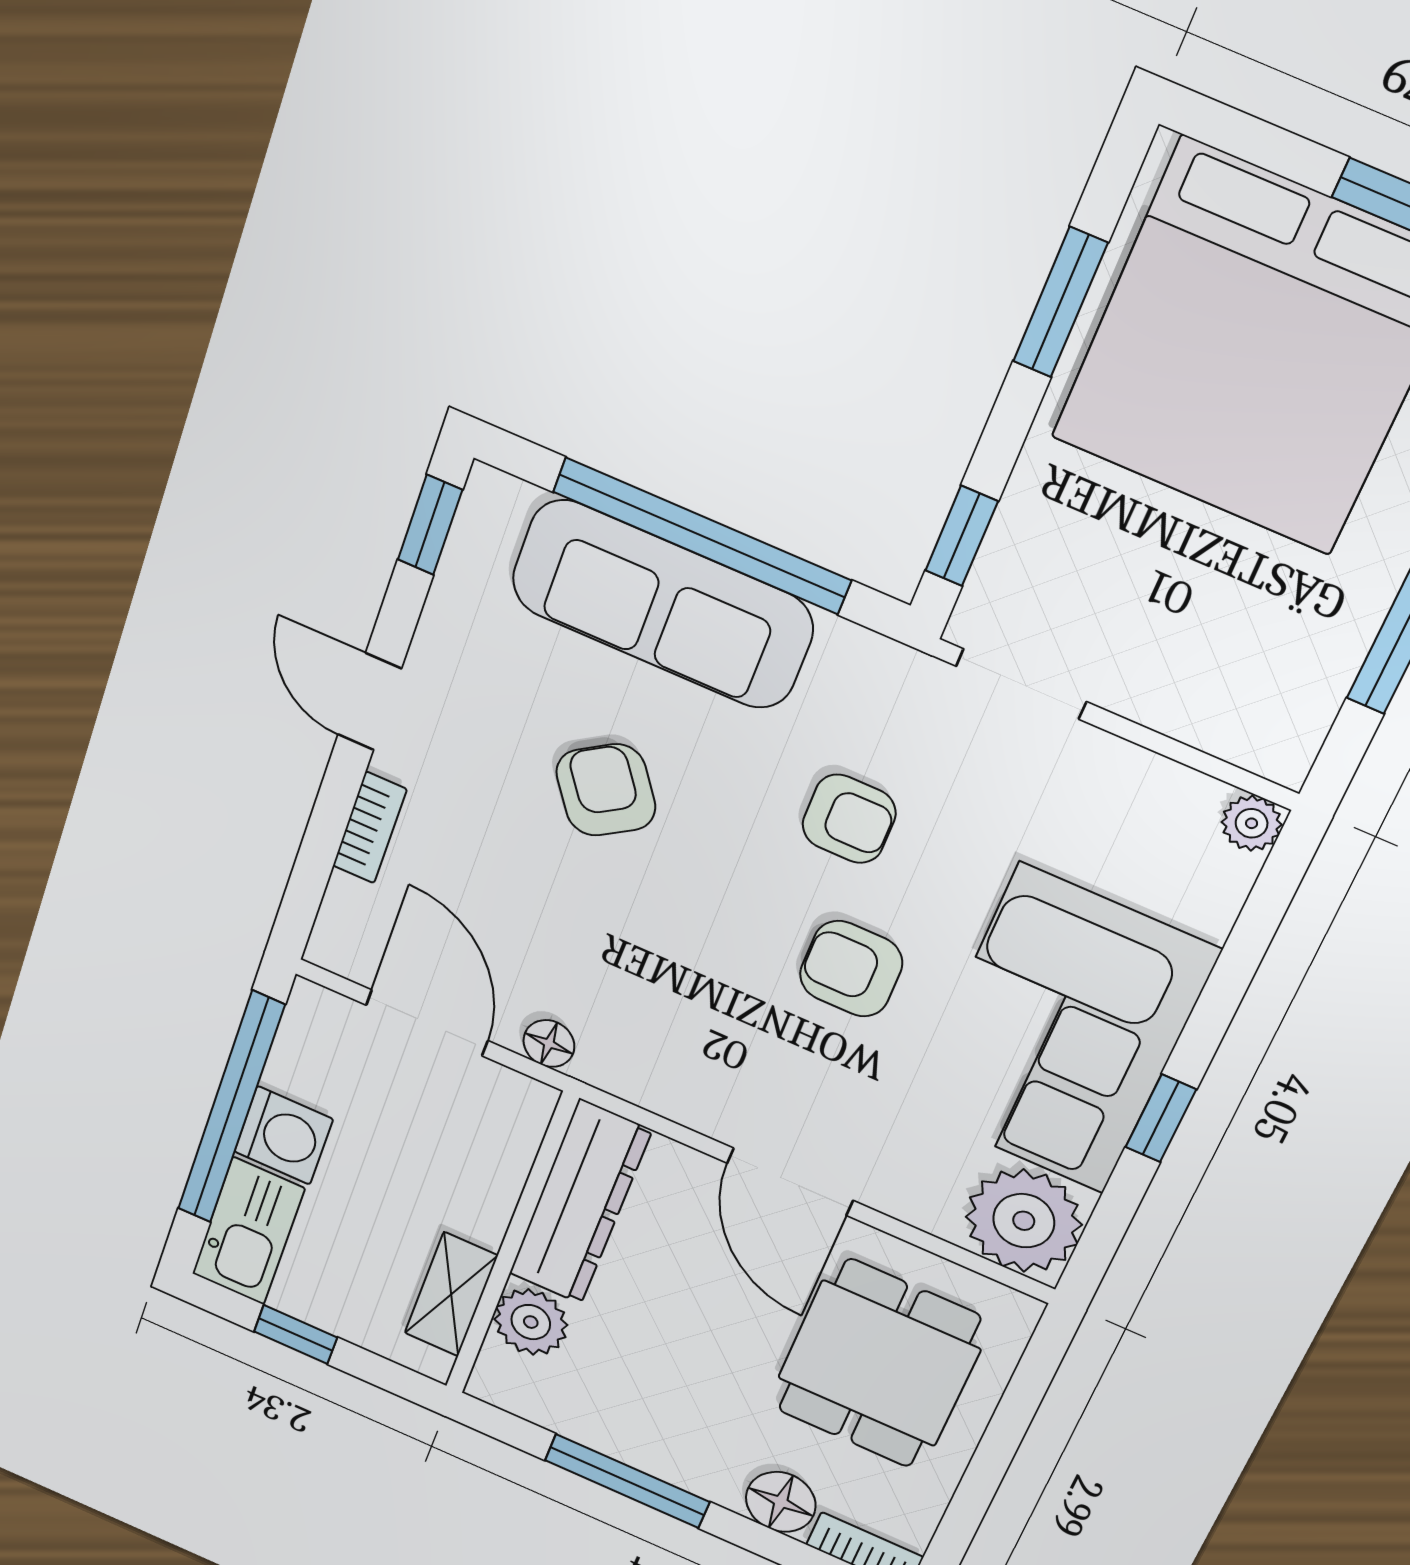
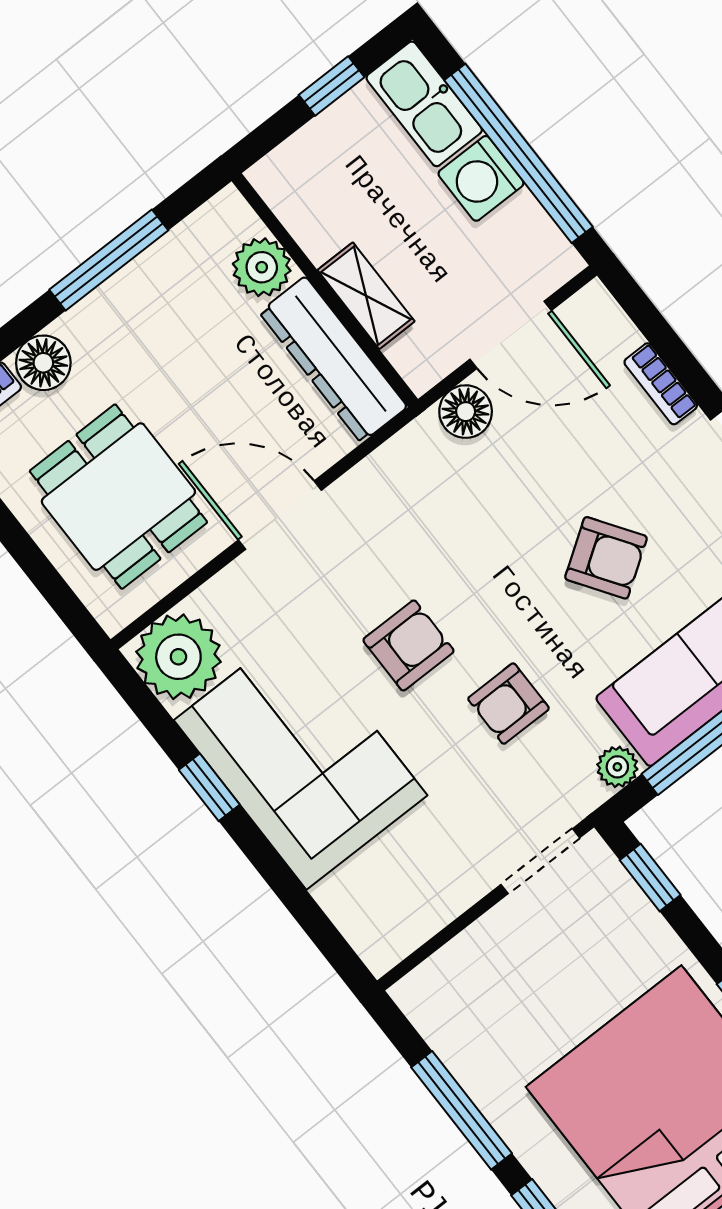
plant: (1252, 823) -> (617, 767), moved
floor lamp: (549, 1044) -> (466, 412), width x1.37, depth x1.37
shelving: (451, 1294) -> (366, 296), moved

